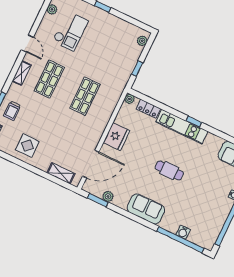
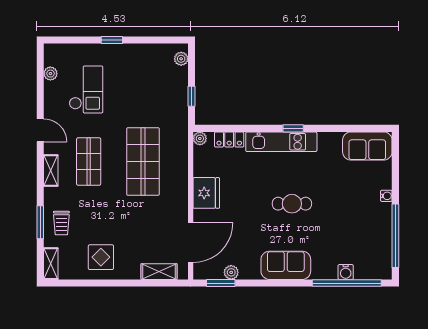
shop shelf: (85, 96) -> (143, 162), width x1.43, depth x1.36

